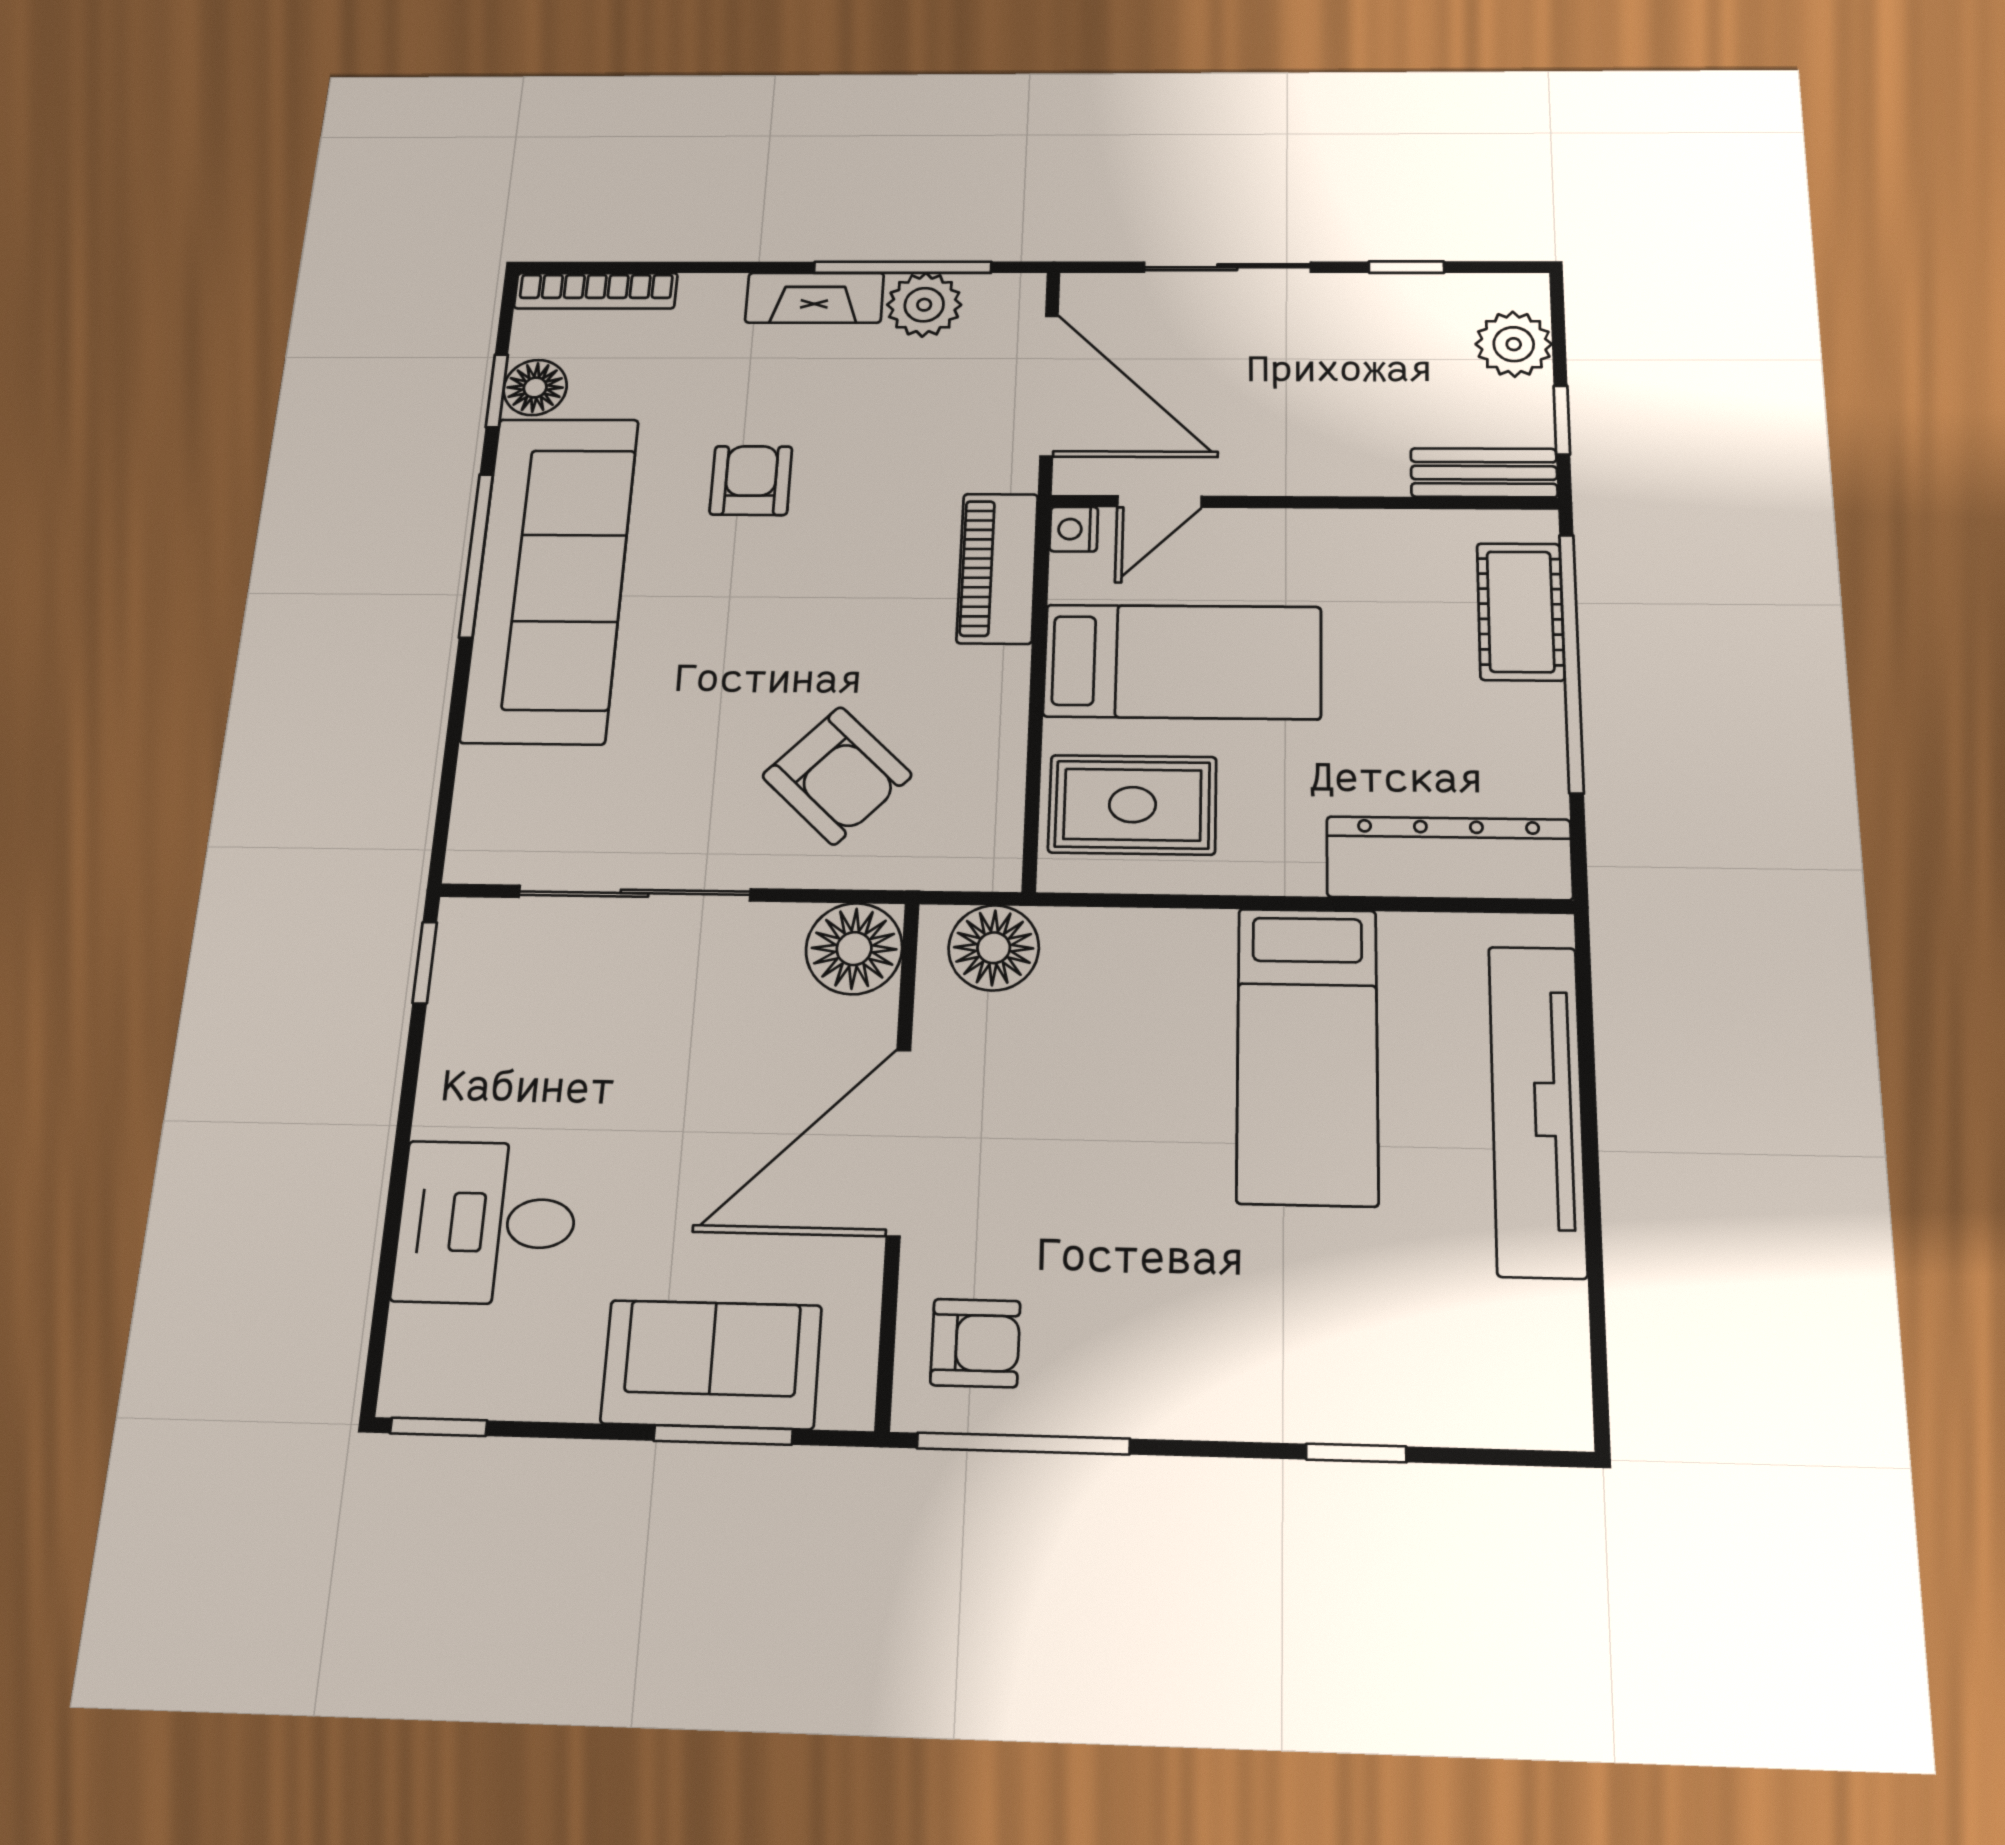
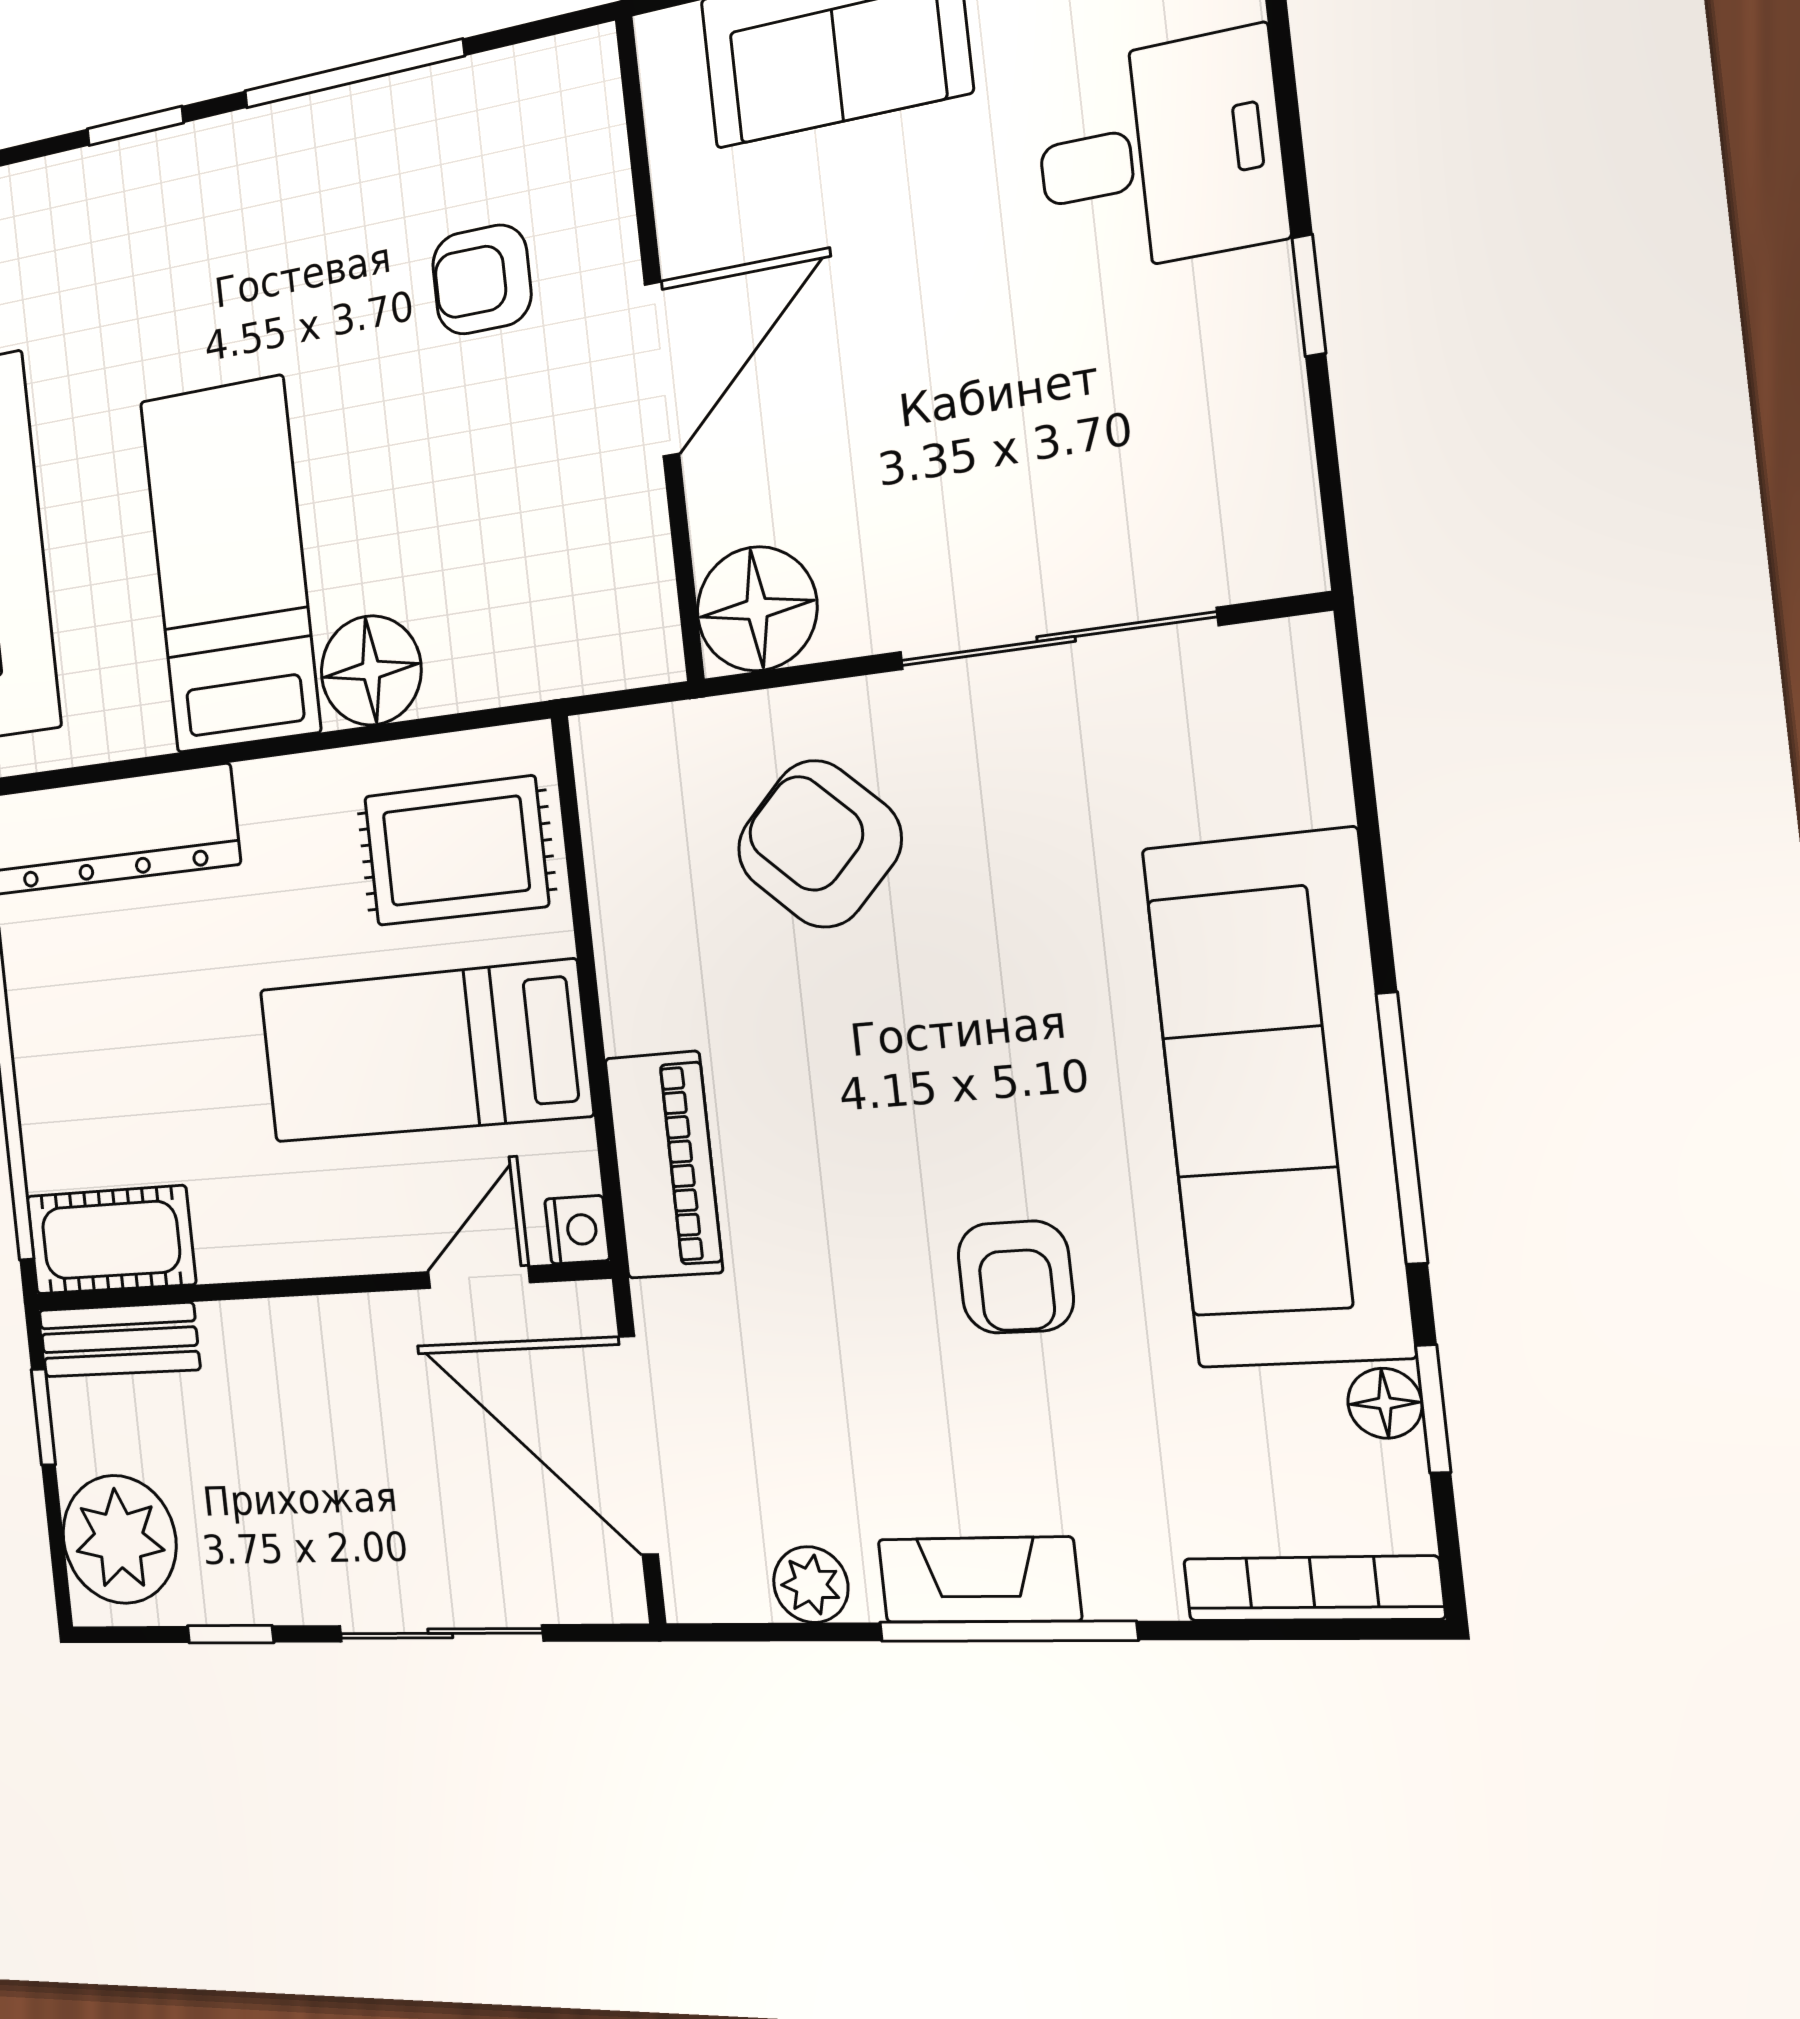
window: (903, 267) -> (1007, 1631), moved
plant: (924, 305) -> (811, 1585), width x0.73, depth x0.73
plant: (1514, 344) -> (119, 1539), width x1.36, depth x1.36
floor lamp: (535, 388) -> (1385, 1403), width x0.73, depth x0.73
cot: (1520, 612) -> (111, 1240), moved, turned 90
floor lamp: (994, 948) -> (371, 670), moved
window: (425, 963) -> (1309, 295), moved
door: (898, 1142) -> (662, 369), width x0.73
armchair: (975, 1343) -> (482, 280), moved
window: (1023, 1444) -> (353, 74), moved

